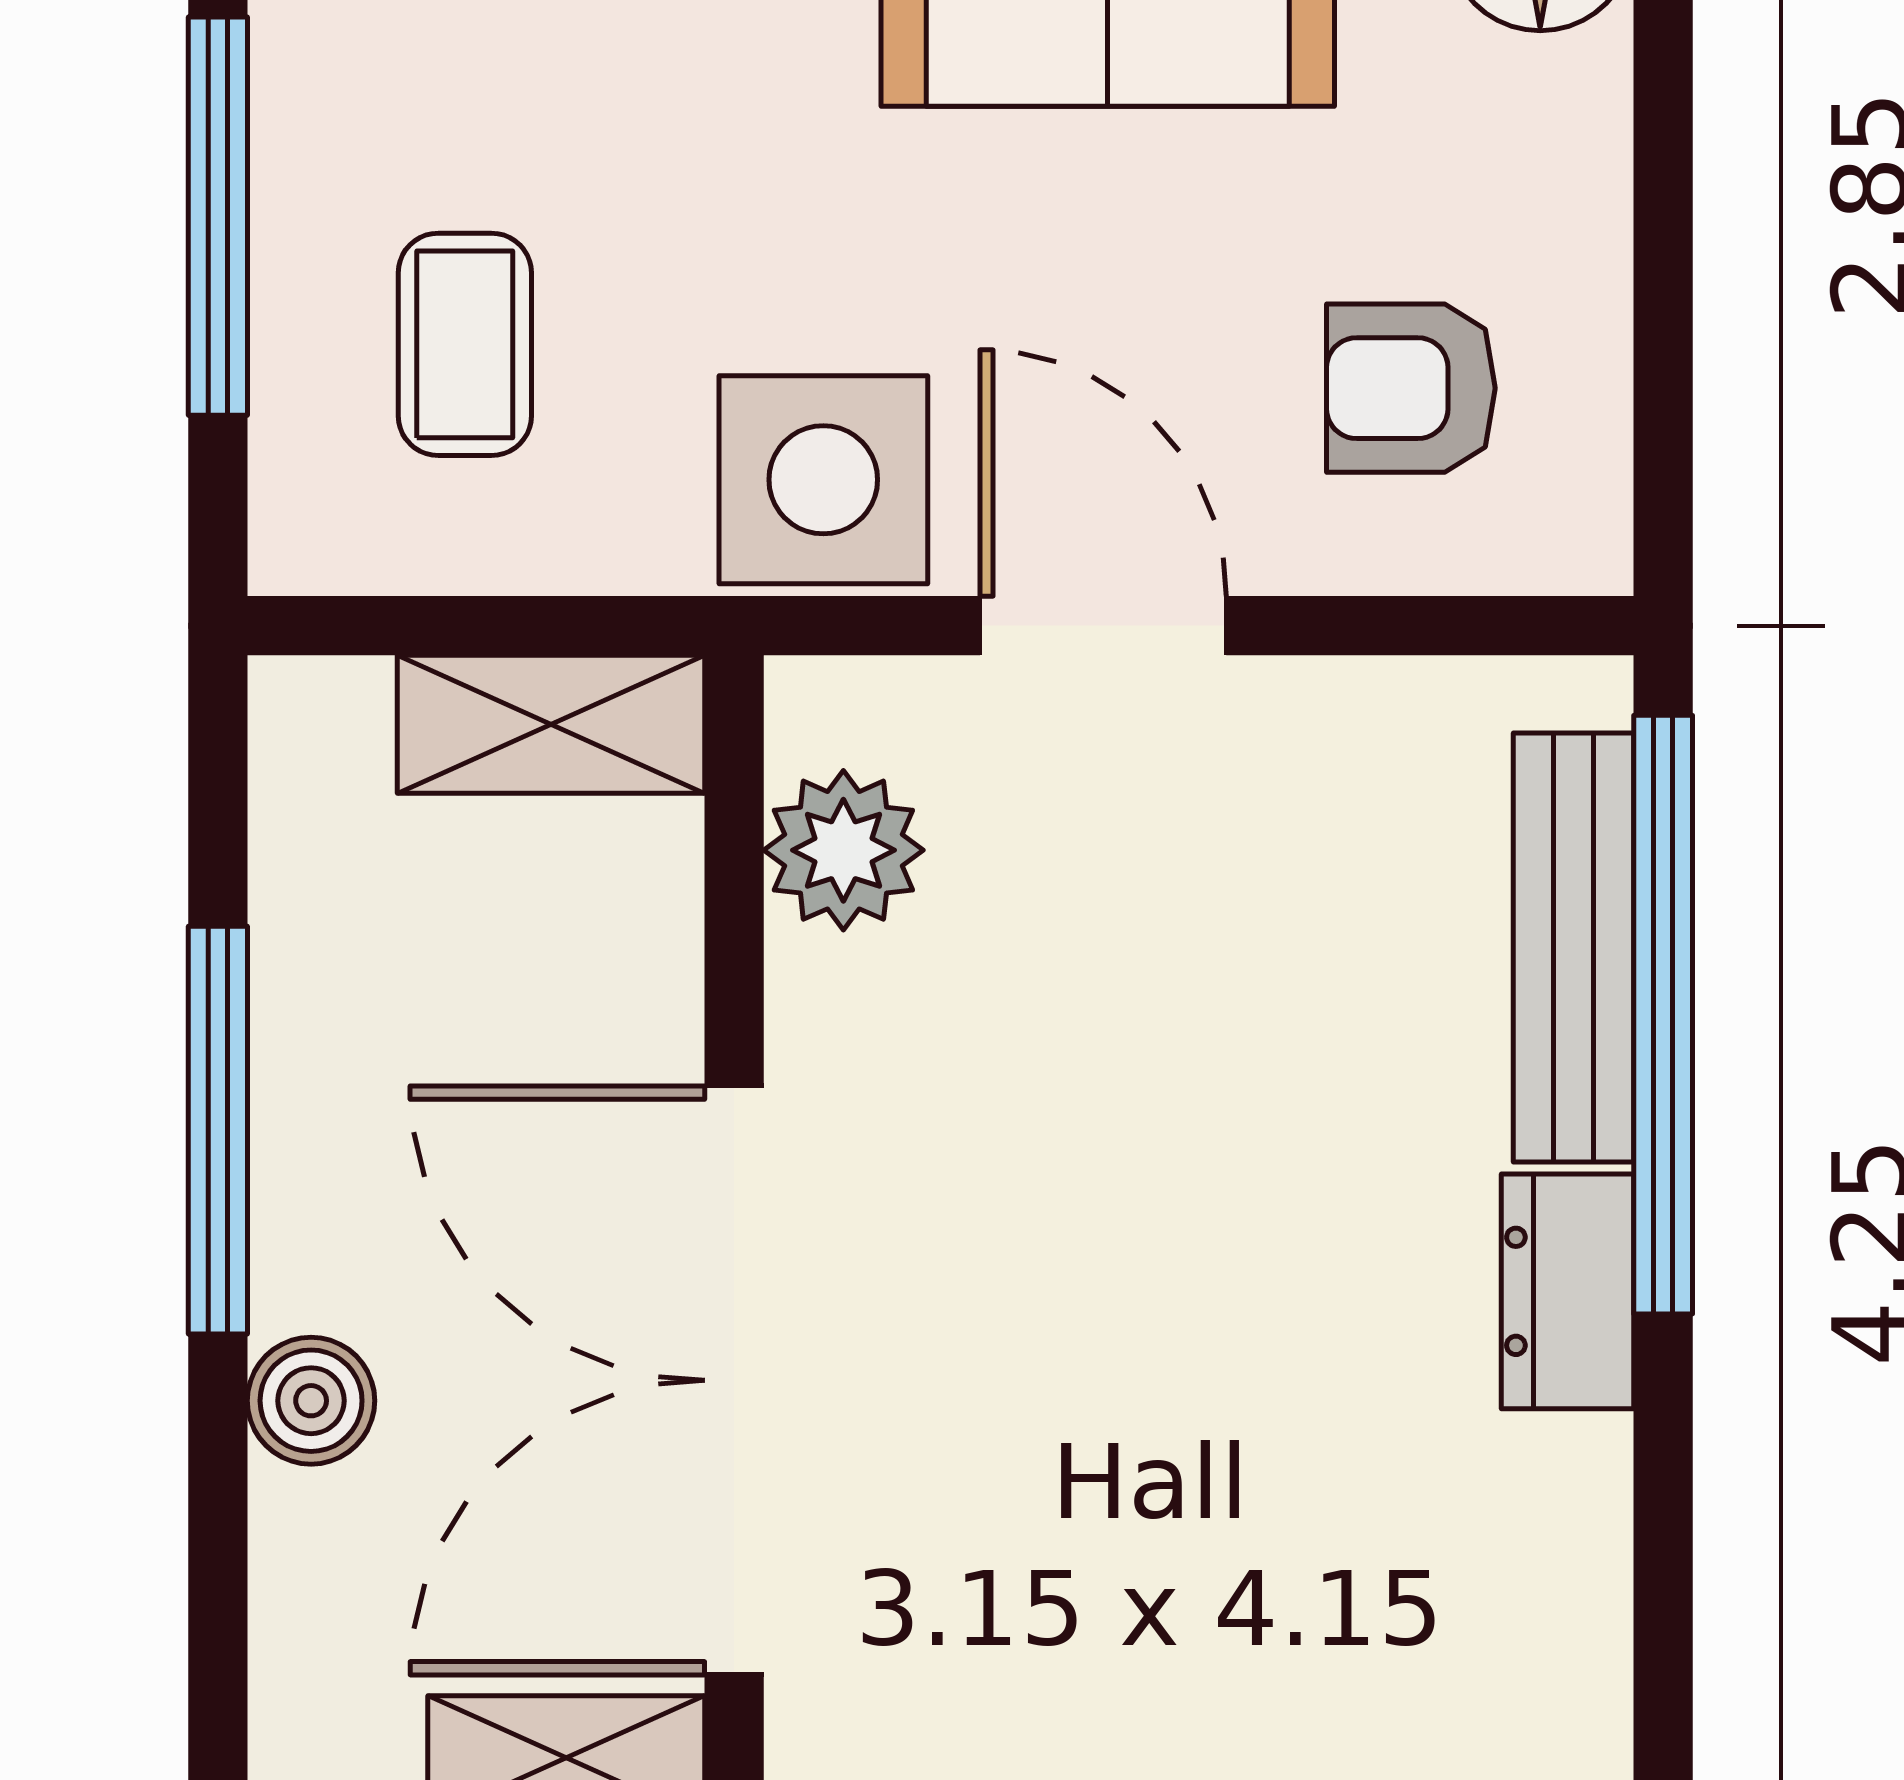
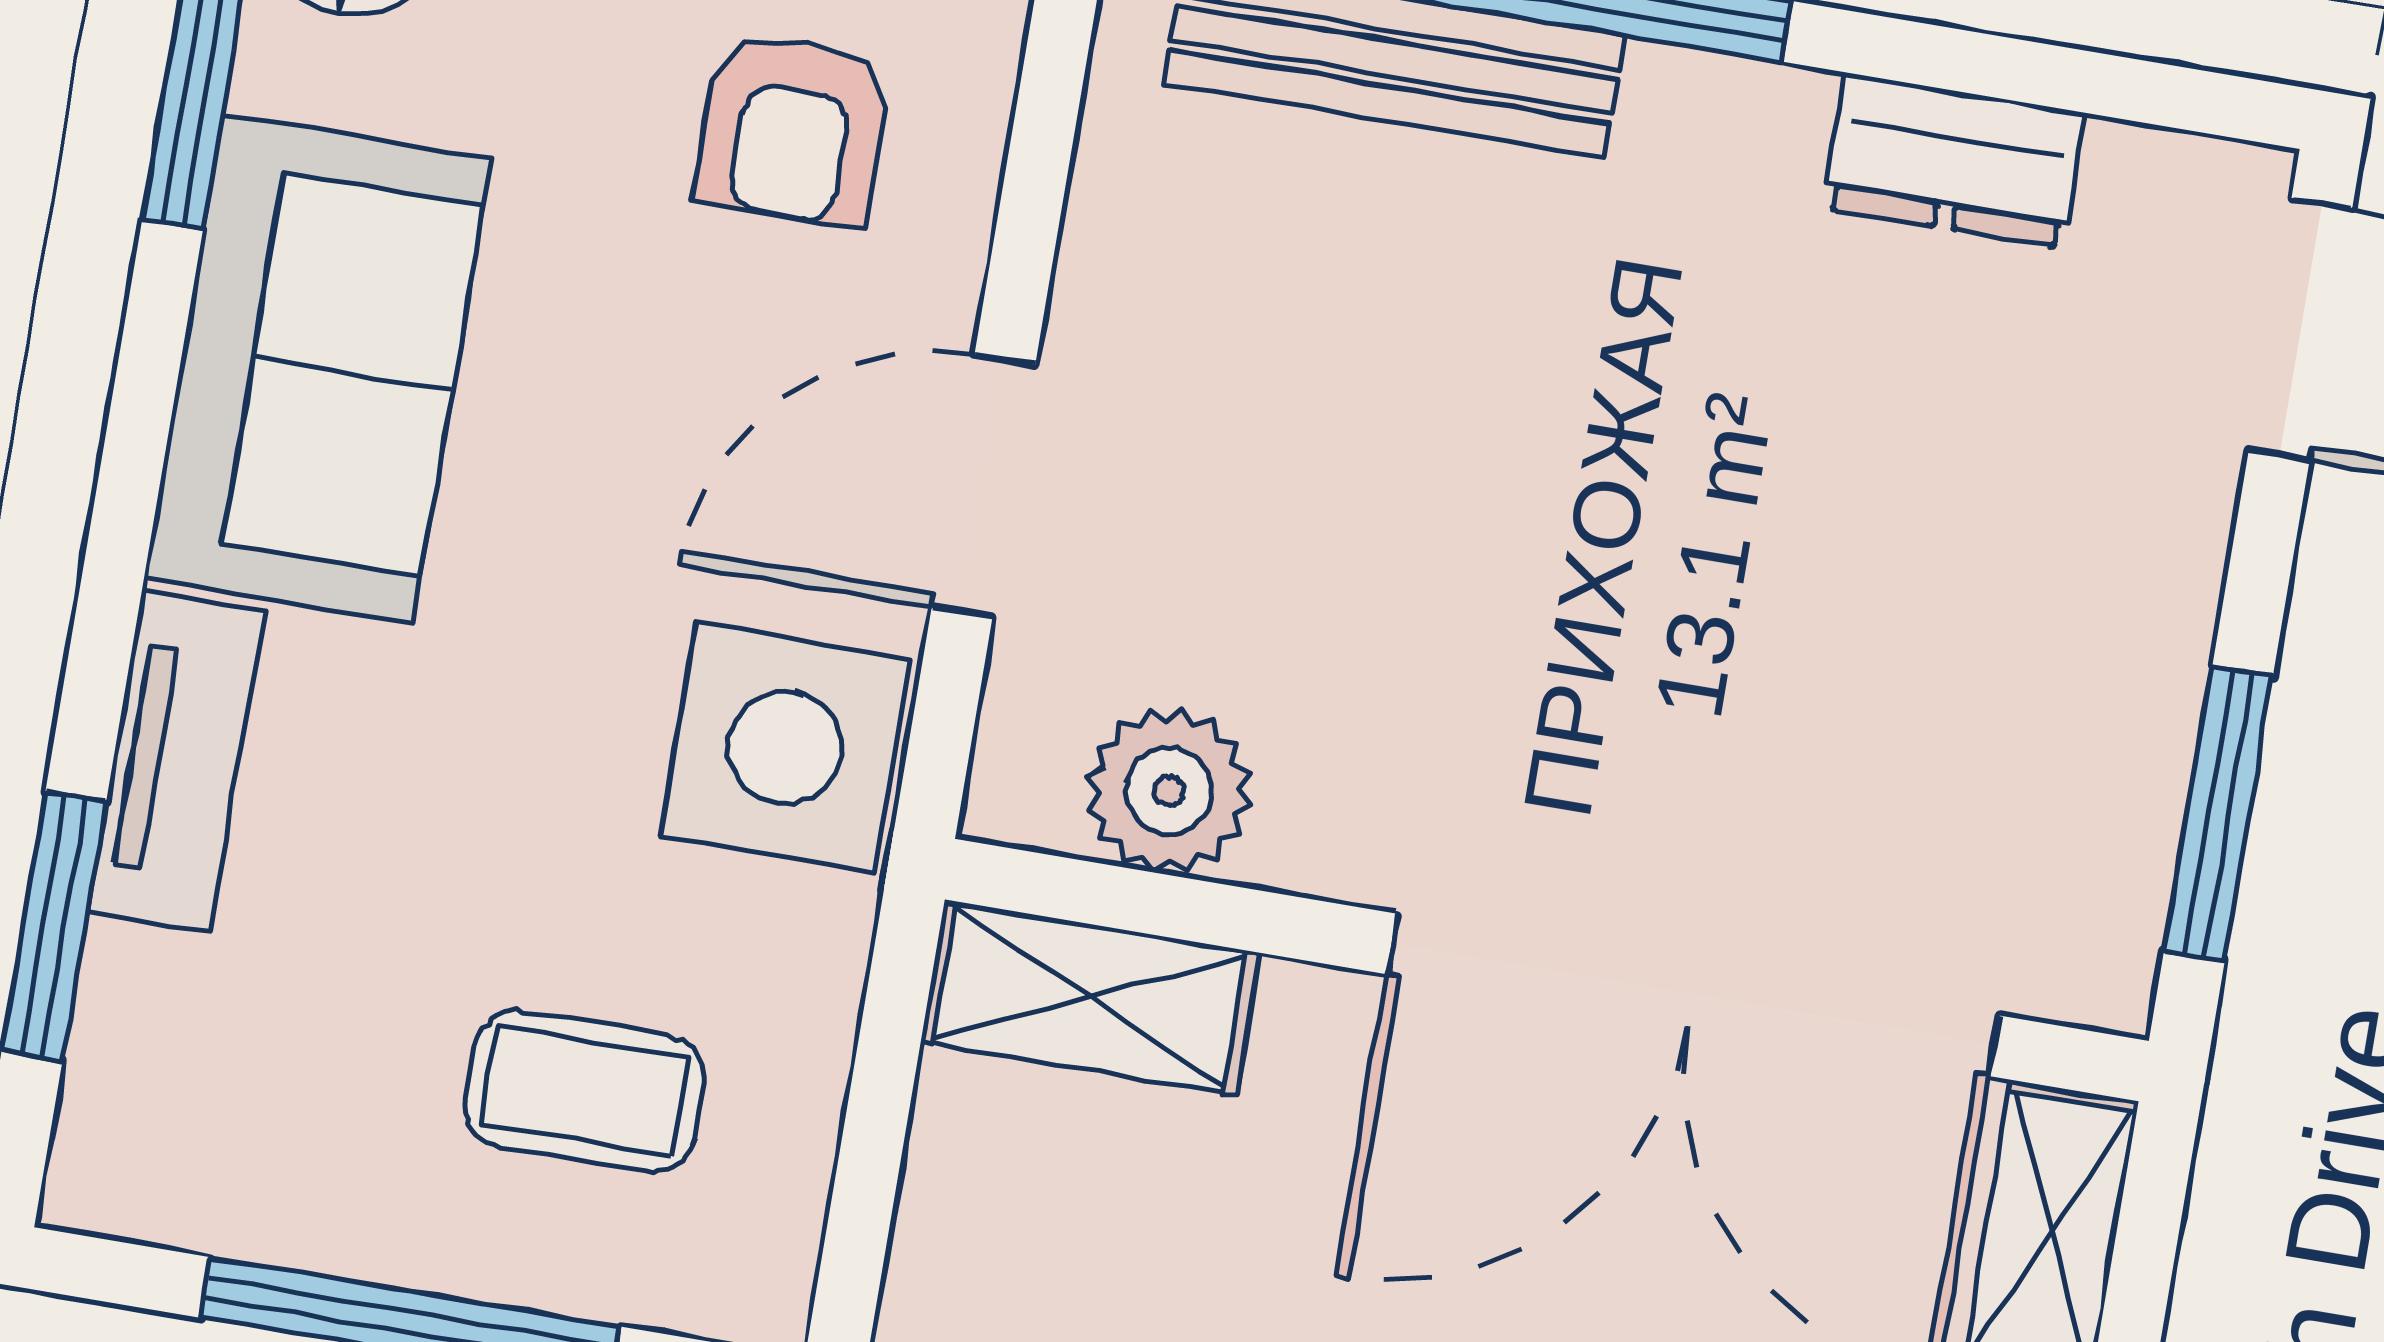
shelving: (551, 724) -> (1090, 997), moved, turned 90
dresser: (1567, 1291) -> (1955, 160), moved

